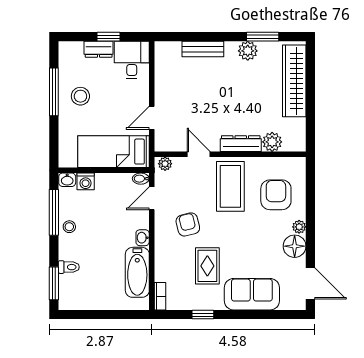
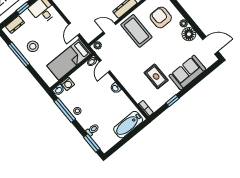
dresser: (99, 49) -> (15, 25), moved
armchair: (188, 224) -> (131, 65), removed
bathtub: (137, 272) -> (128, 125), moved, turned 90

